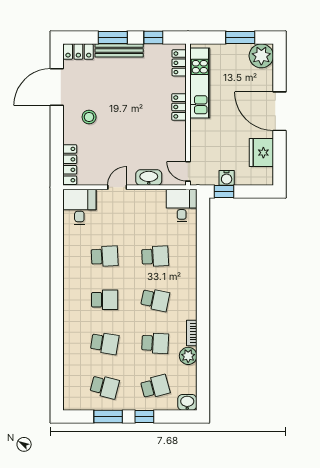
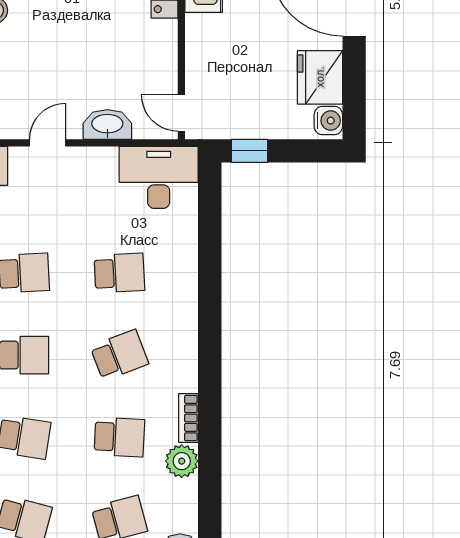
water cooler: (227, 178) -> (328, 121), moved, turned -90
desk: (182, 206) -> (159, 177), width x1.37
school desk: (155, 300) -> (119, 355), turned -33

